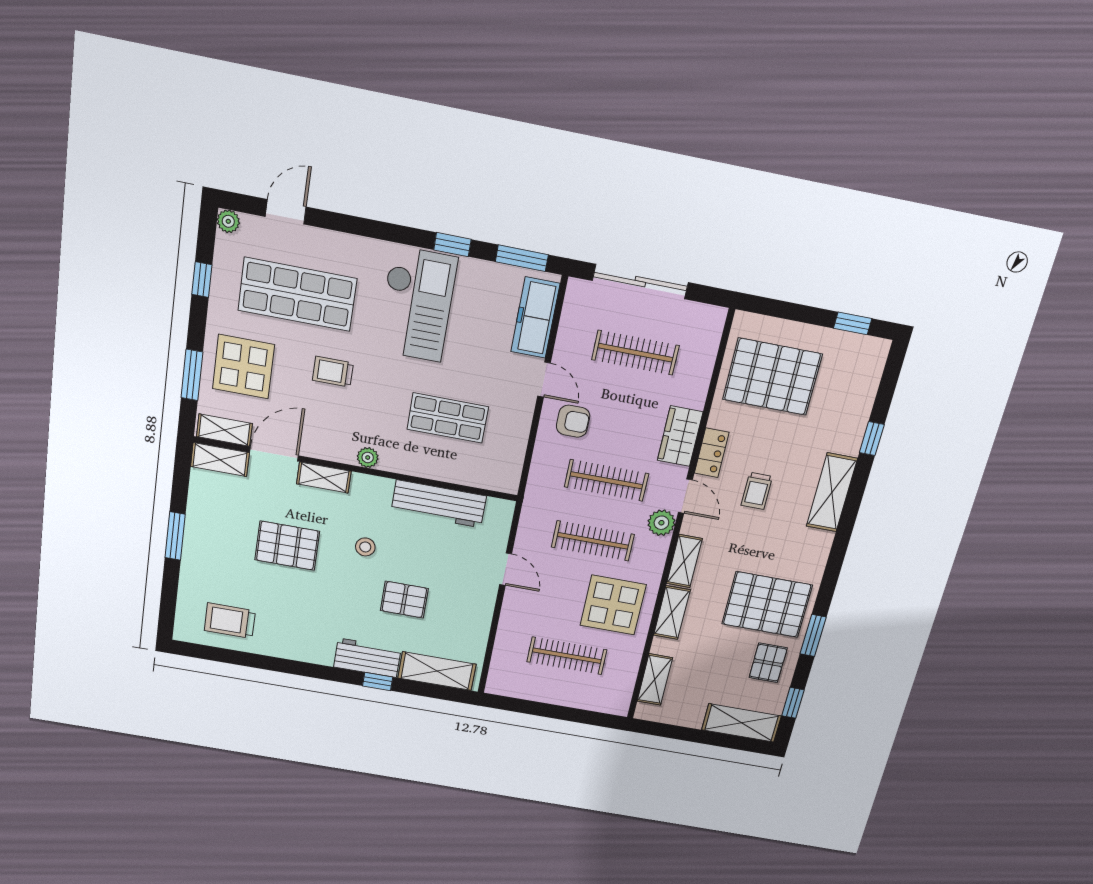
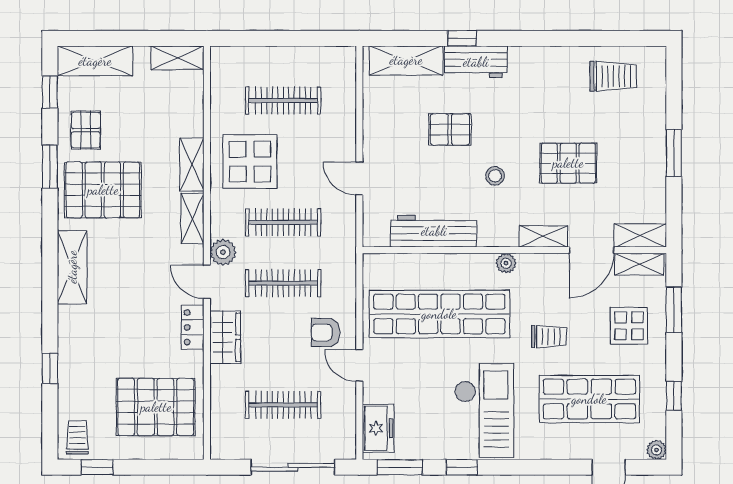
checkout: (417, 304) -> (484, 410), turned 180
freezer: (535, 318) -> (378, 428), width x0.71
display table: (243, 367) -> (629, 326), width x0.73, depth x0.73
shop shelf: (448, 418) -> (439, 314), width x2.00, depth x1.36
trolley: (757, 491) -> (77, 437), moved
shelving: (832, 493) -> (72, 267), moved
shelving: (655, 679) -> (177, 58), moved, turned 90

